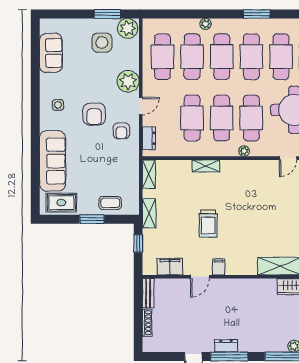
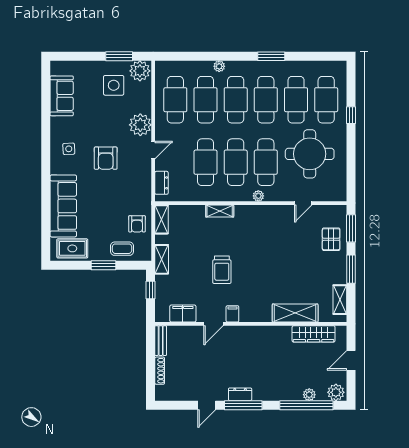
armchair: (121, 131) -> (137, 224), moved

